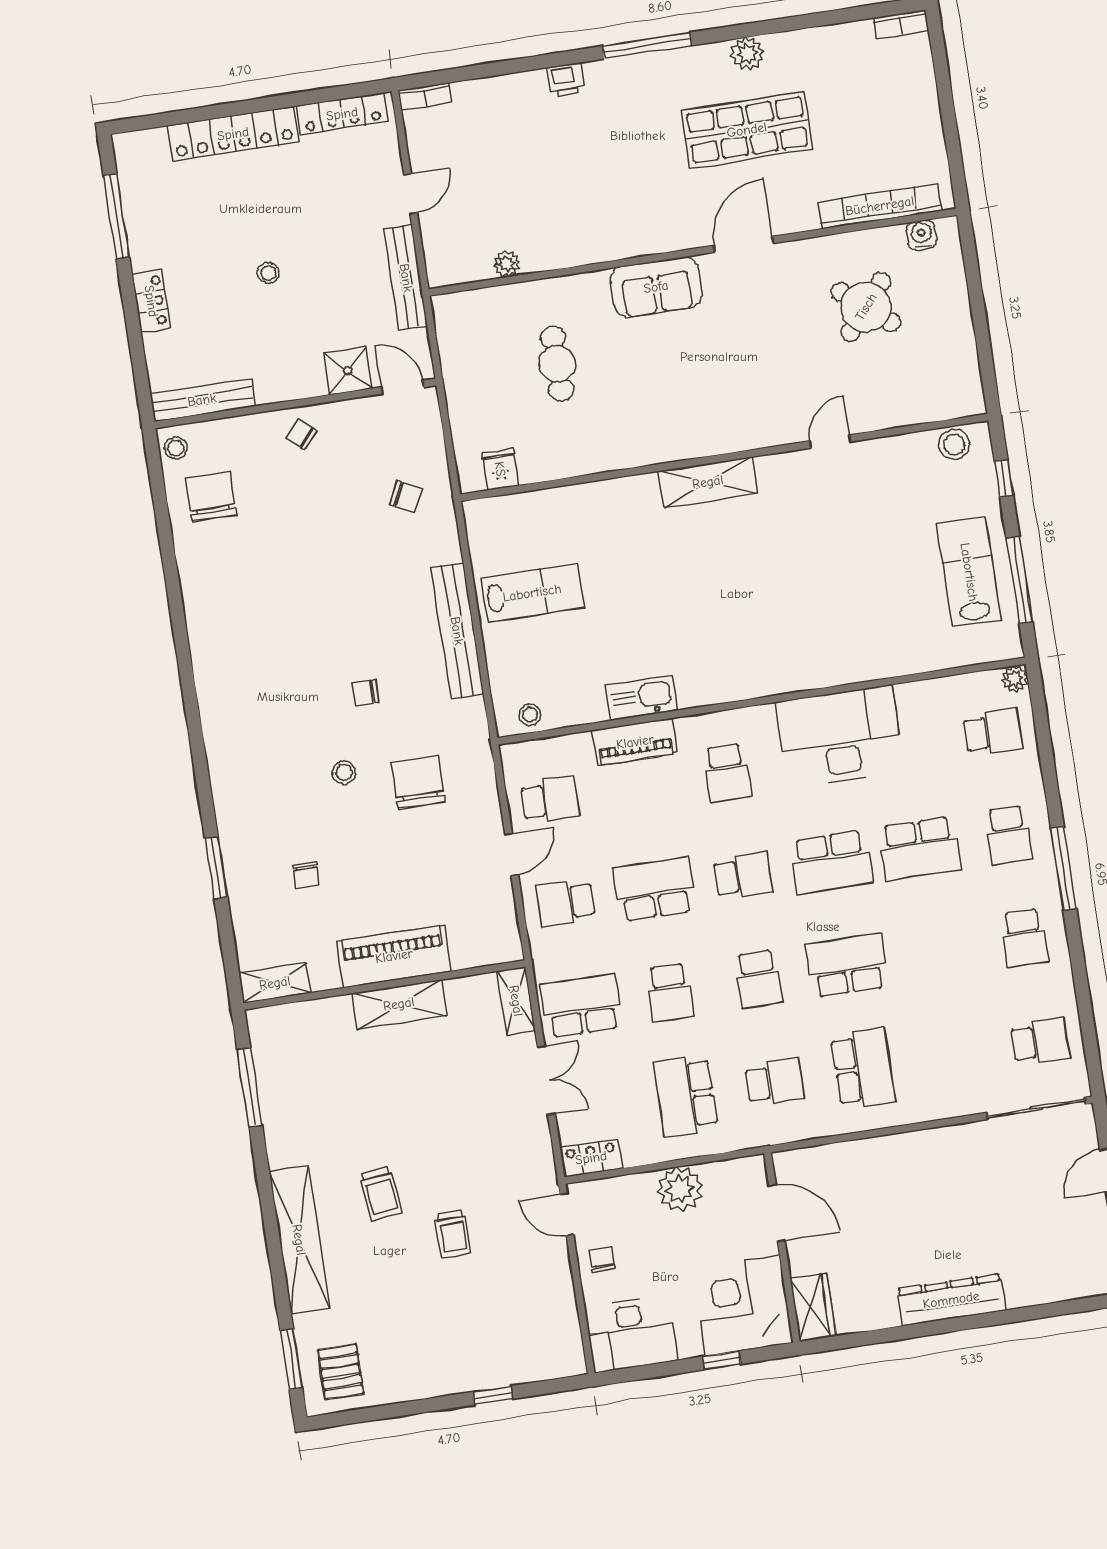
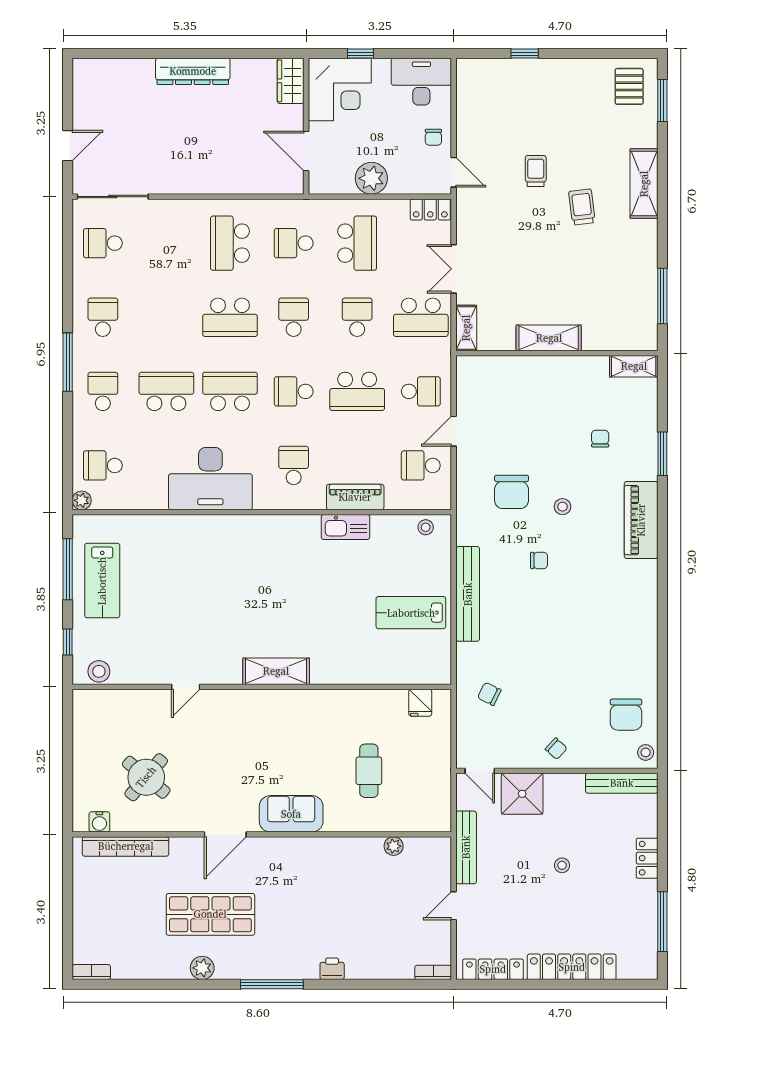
shower: (348, 371) -> (522, 794), width x1.36, depth x1.36
piano: (394, 956) -> (641, 520), moved, turned 90
shelving: (299, 1240) -> (644, 184), width x0.68

